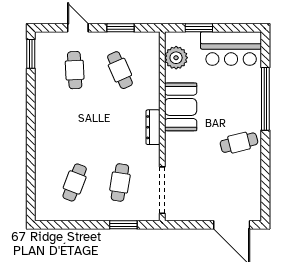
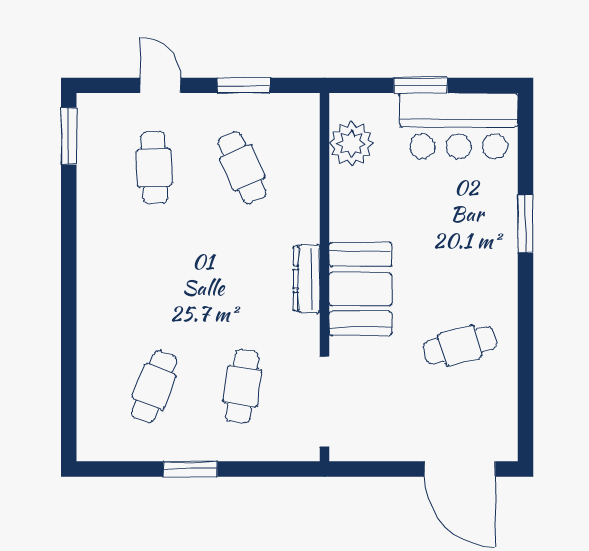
window: (199, 28) -> (421, 85), moved
window: (265, 99) -> (525, 224), width x0.47
booth: (181, 107) -> (360, 289), moved
cafe table: (239, 143) -> (460, 346), moved
window: (123, 225) -> (190, 469), moved

